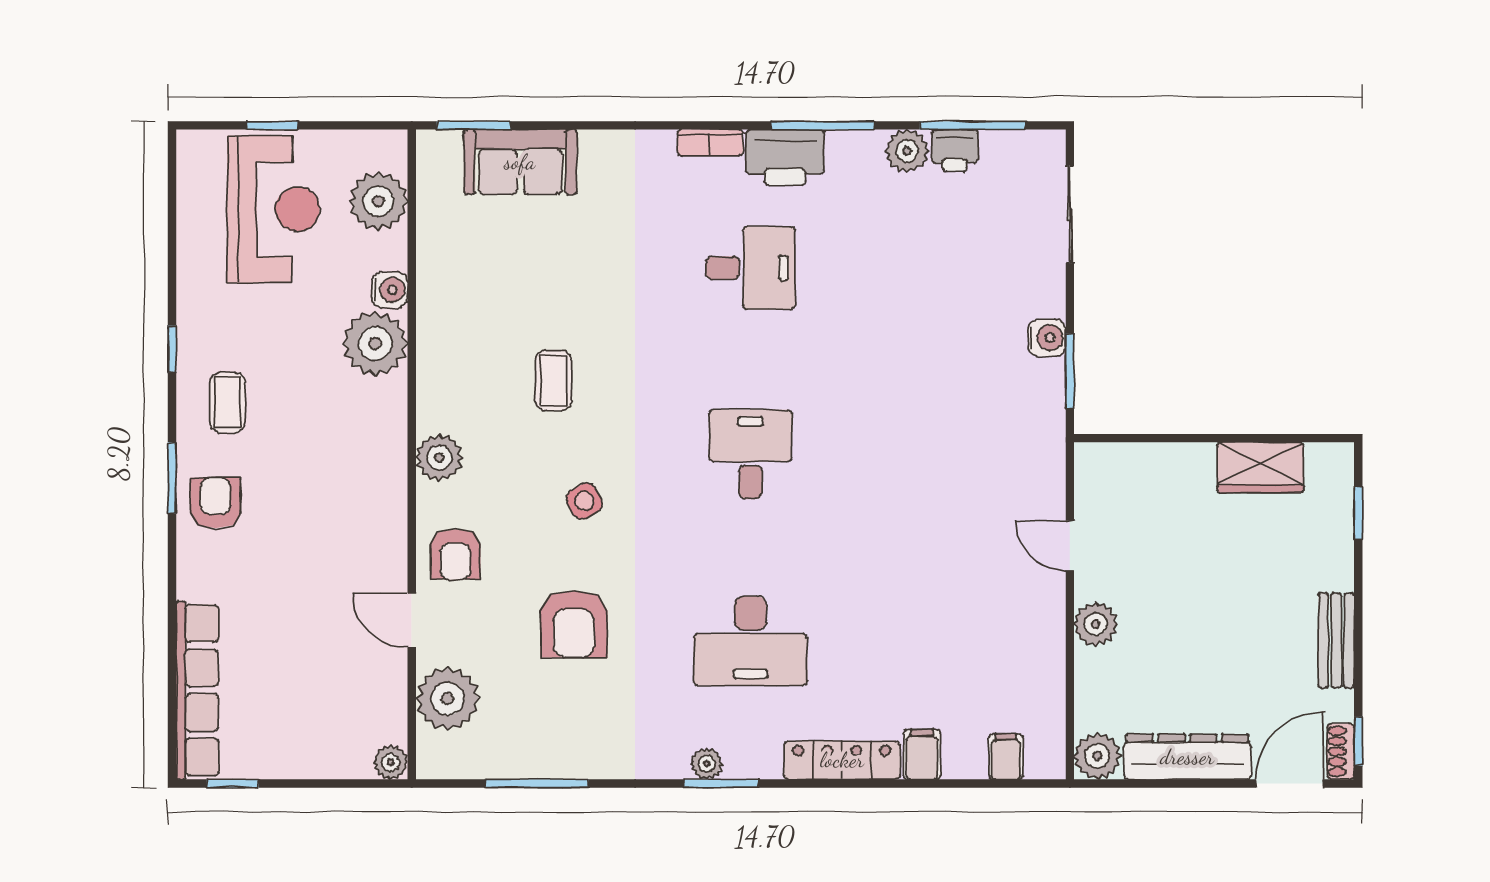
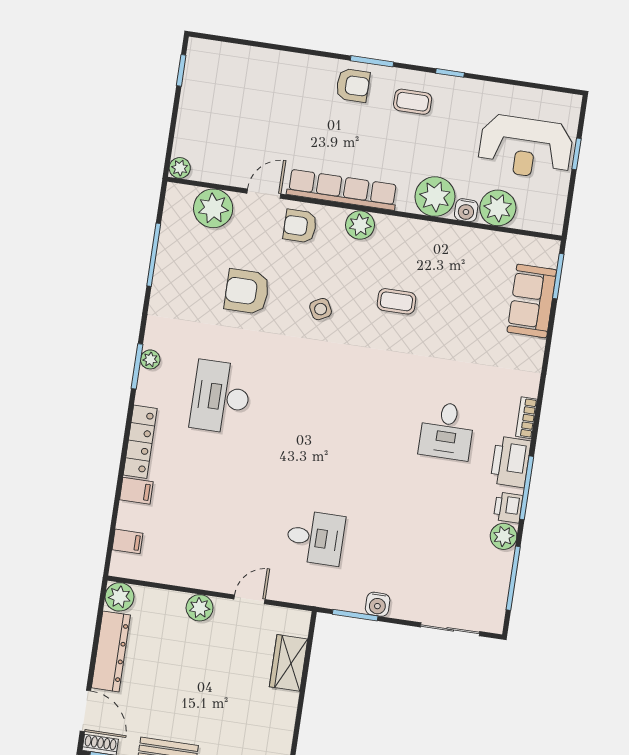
printer: (955, 150) -> (508, 507), moved
plant: (378, 201) -> (498, 208), moved
desk: (750, 454) -> (315, 538), moved
wardrobe: (1260, 467) -> (289, 663), moved
row of seats: (197, 690) -> (342, 190), moved, turned 180

